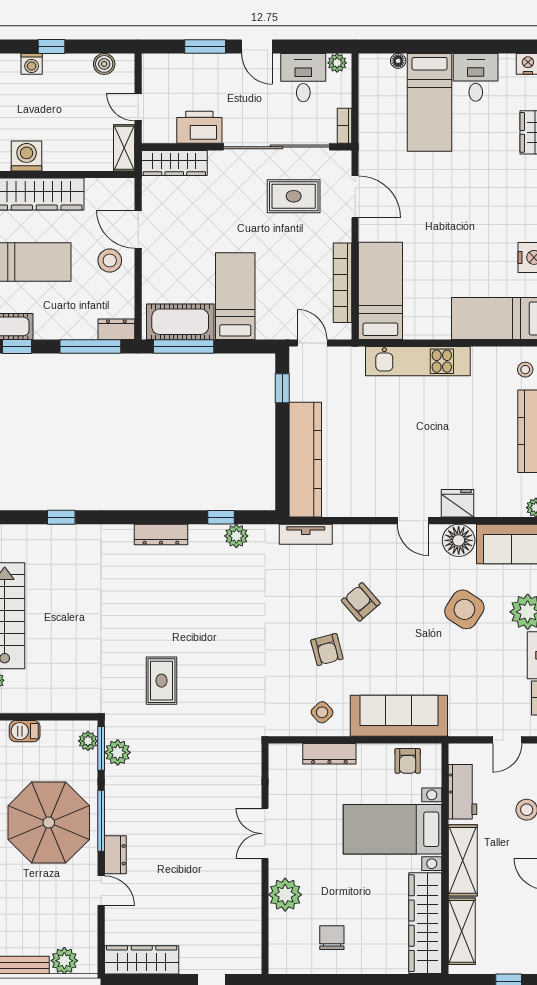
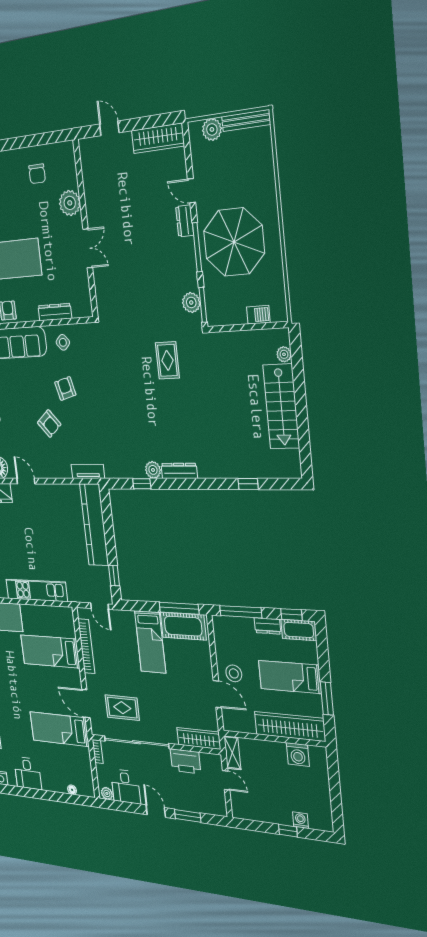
boiler: (104, 64) -> (251, 813), removed
bed: (430, 102) -> (59, 729), moved, turned -90
bed: (380, 291) -> (50, 651), moved, turned 90
dresser: (116, 329) -> (268, 626), moved
plant: (236, 536) -> (153, 470), moved
plant: (88, 741) -> (213, 310), removed

